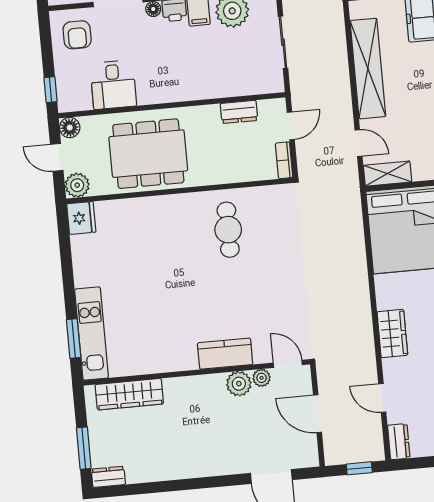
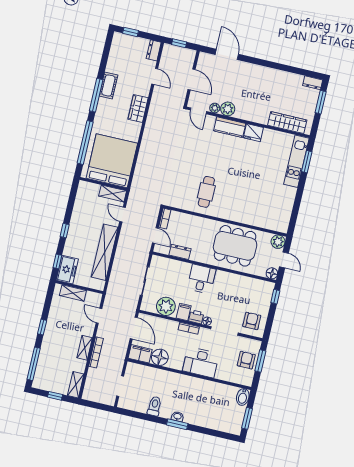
desk: (113, 85) -> (201, 279), moved
door: (291, 126) -> (155, 236), swing flipped
fridge: (81, 218) -> (253, 133), moved, turned -90

